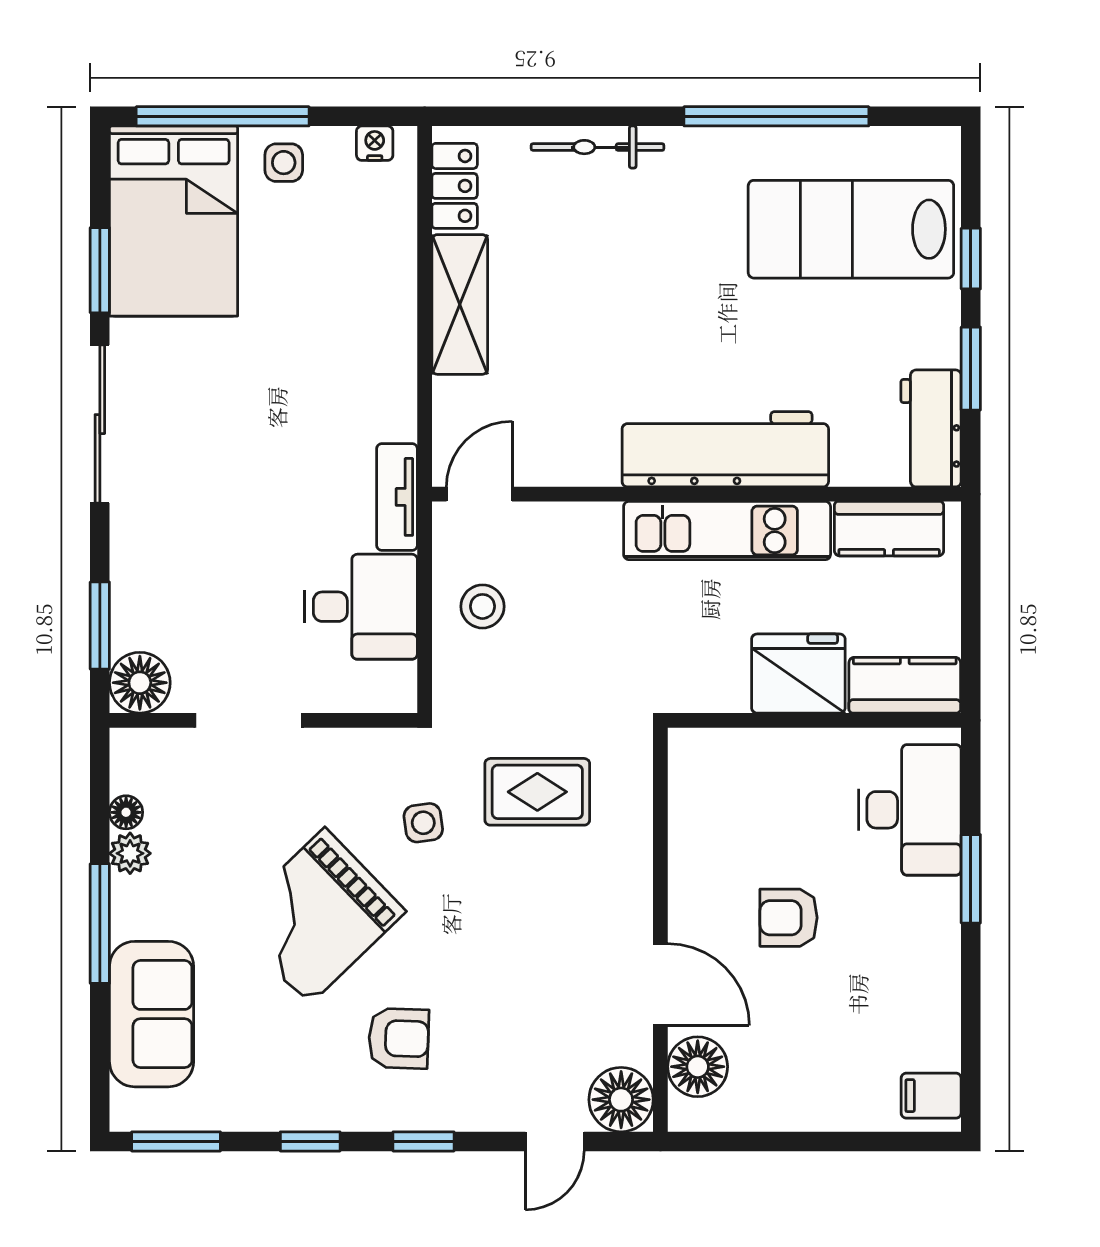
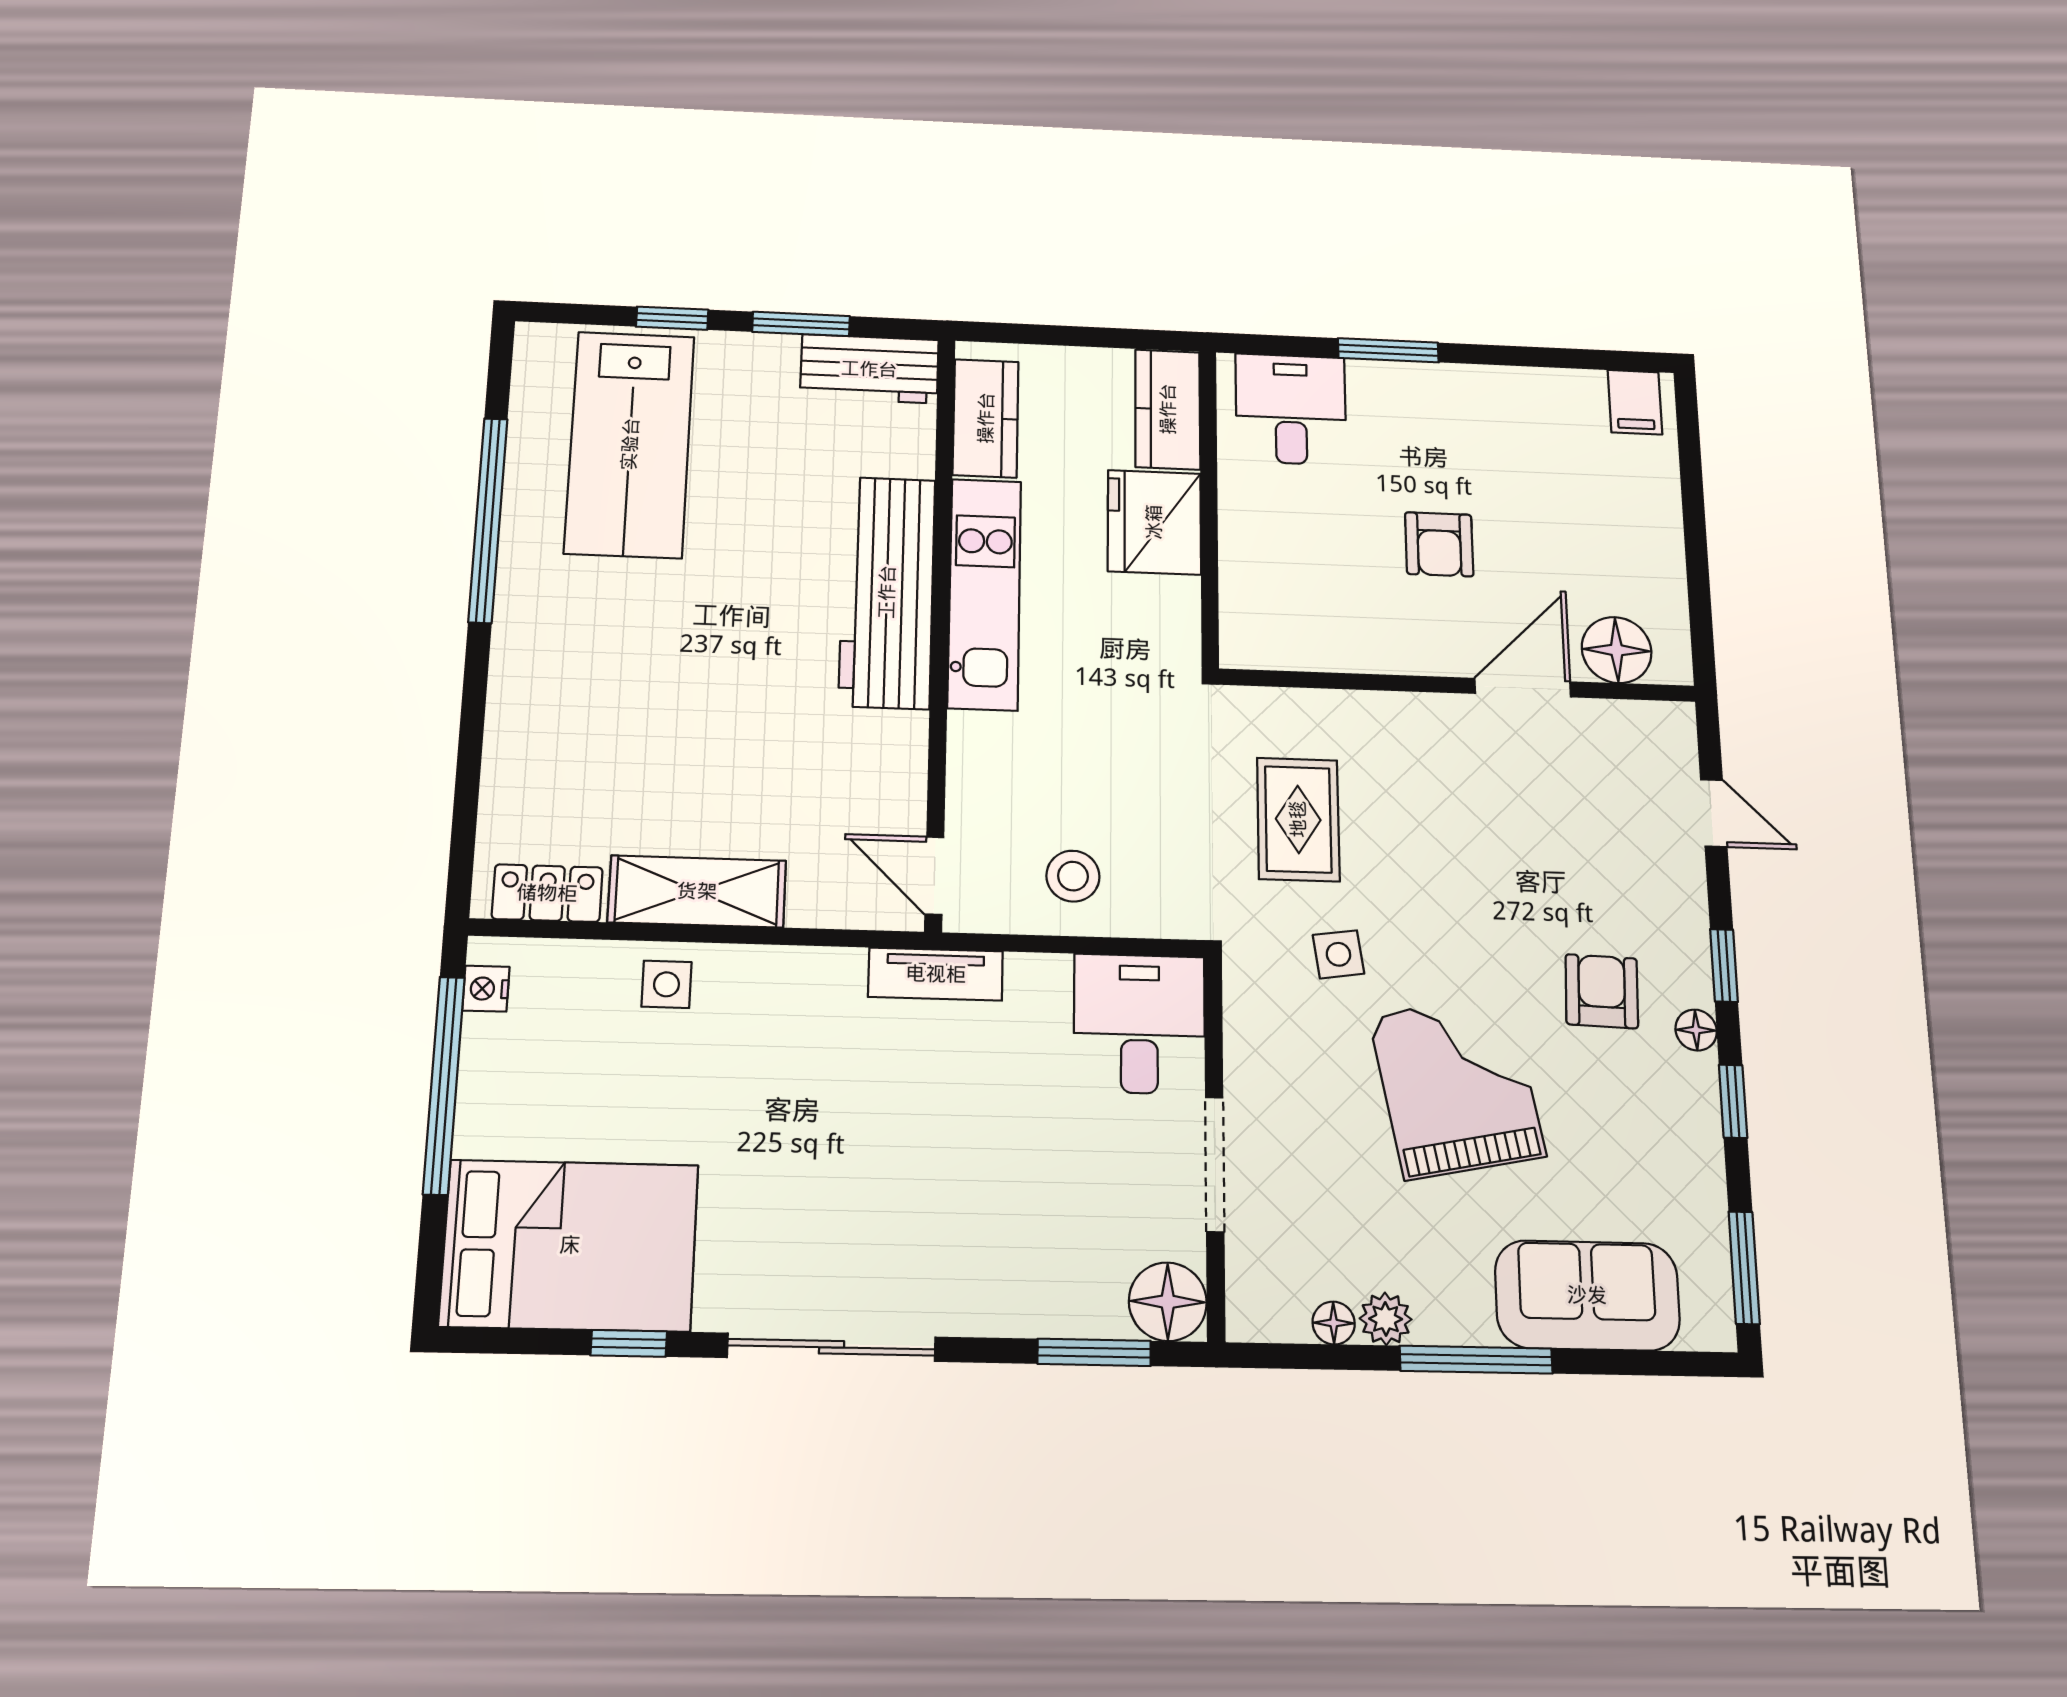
window: (223, 116) -> (444, 1085), moved
bicycle: (598, 147) -> (510, 723), removed
side table: (284, 163) -> (666, 984), moved
window: (100, 270) -> (629, 1343), width x0.67
desk: (361, 607) -> (1139, 1024), moved
desk: (910, 810) -> (1291, 409), width x0.73
grand piano: (317, 916) -> (1457, 1086), turned -147
floor lamp: (621, 1100) -> (1696, 1030), moved, width x0.53, depth x0.53

